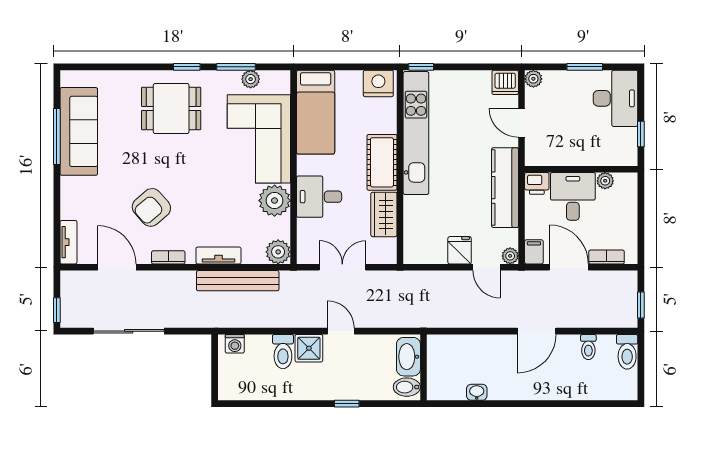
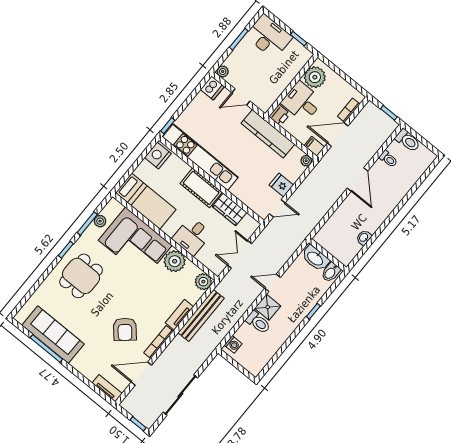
plant: (605, 181) -> (315, 77), width x1.87, depth x1.87
bookcase: (168, 257) -> (159, 342), width x1.56
door: (487, 267) -> (277, 208), moved

